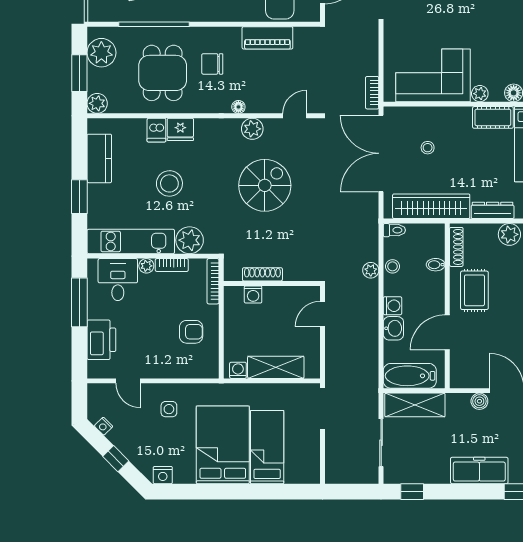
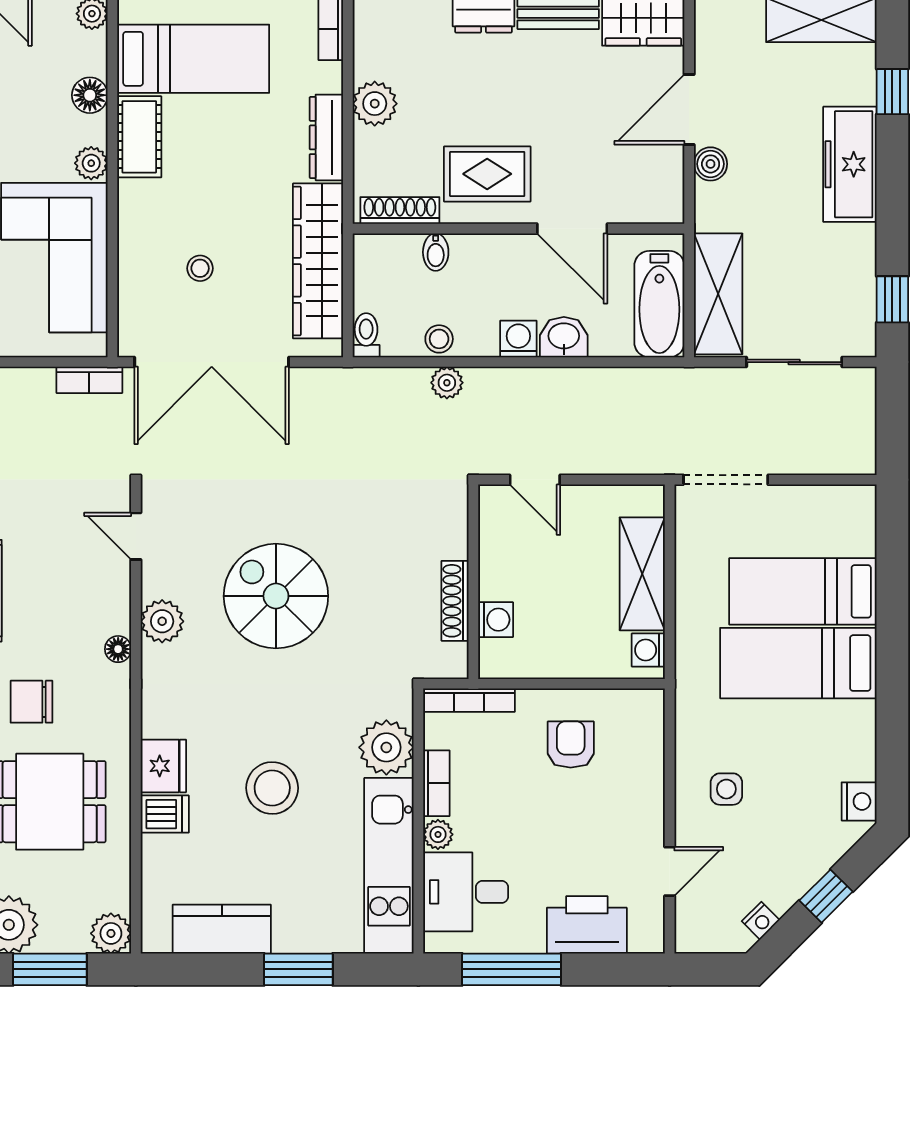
chair: (212, 64) -> (32, 702), turned 90
bed: (223, 445) -> (798, 663), width x0.67

